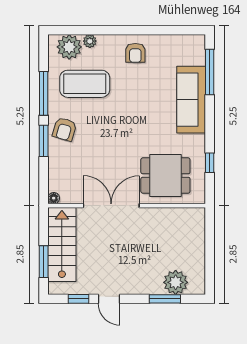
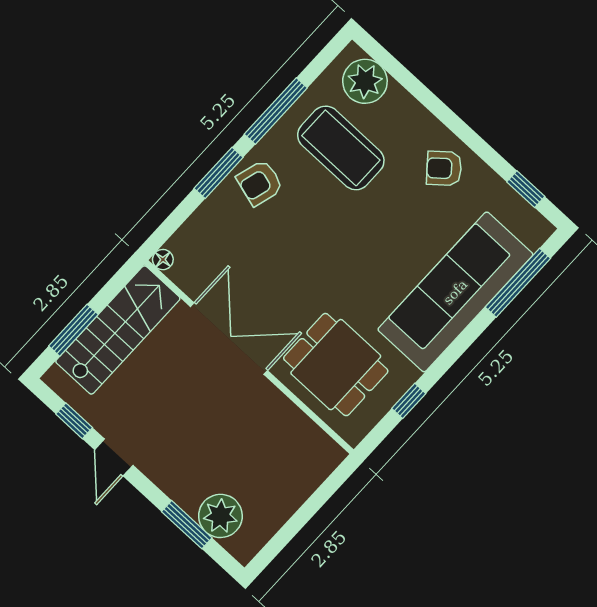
window: (177, 30) -> (526, 189), added
plant: (90, 41) -> (399, 98), removed
armchair: (135, 53) -> (444, 168), turned 50
sofa: (191, 100) -> (455, 292), width x1.36, depth x1.27

